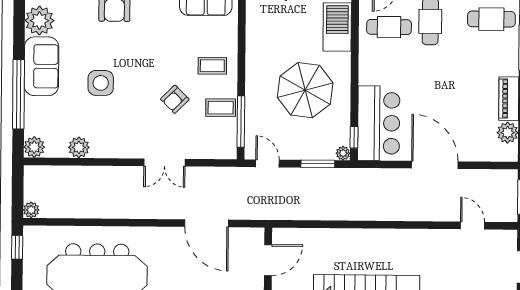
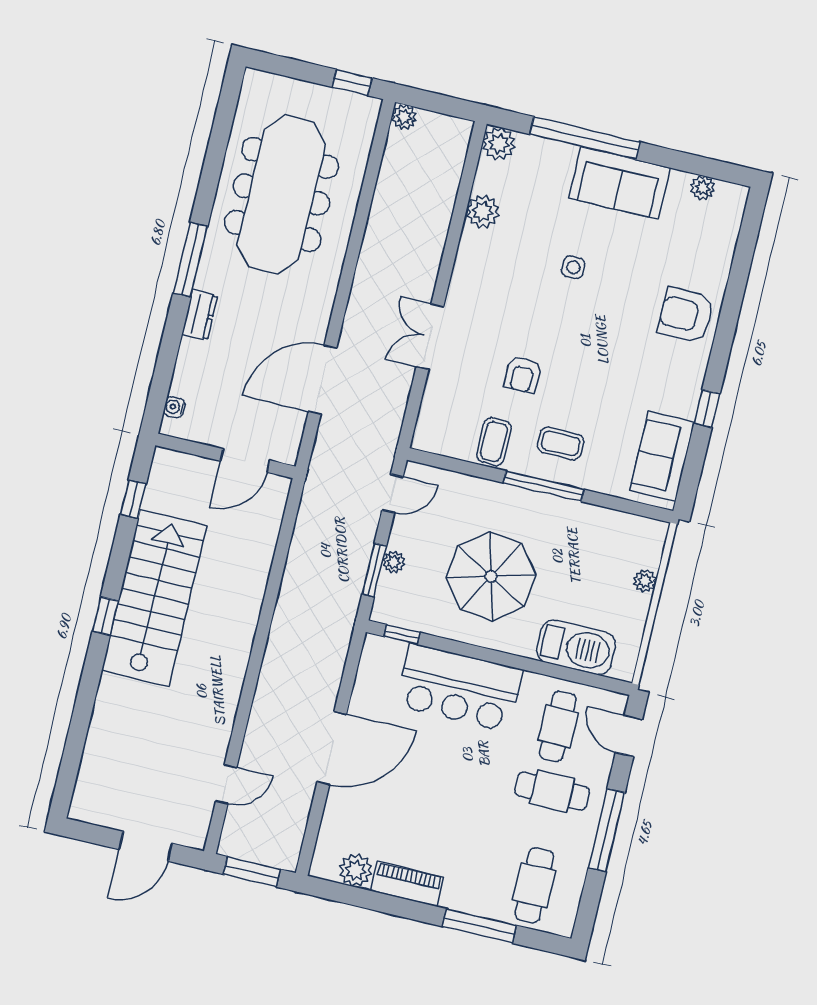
plant: (39, 21) -> (703, 188), width x0.53, depth x0.53
coffee table: (212, 66) -> (561, 443), turned 90
side table: (101, 83) -> (573, 267), width x0.54, depth x0.54
armchair: (175, 99) -> (523, 375), turned -135
window: (241, 122) -> (544, 486), moved
bar counter: (379, 123) -> (459, 688), moved
plant: (343, 153) -> (394, 562), moved
door: (268, 260) -> (245, 461), hinge flipped

